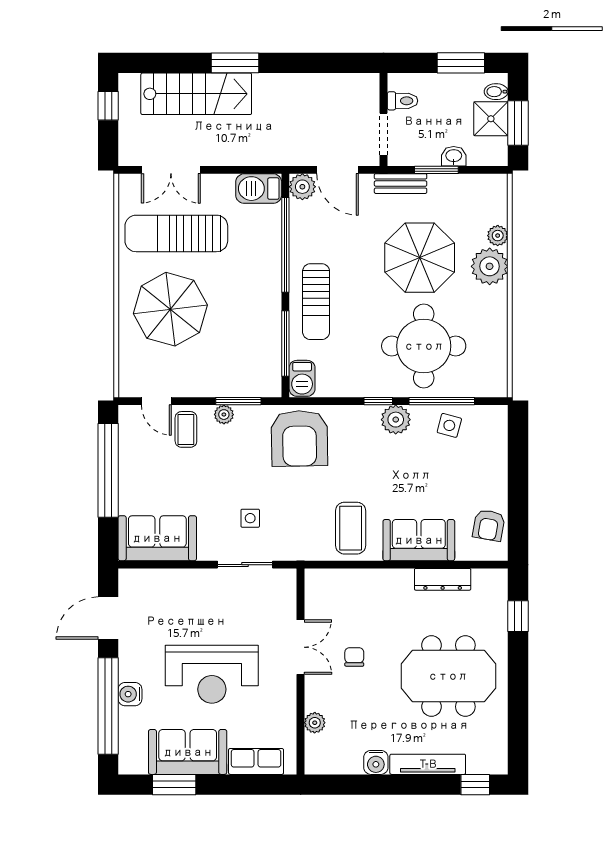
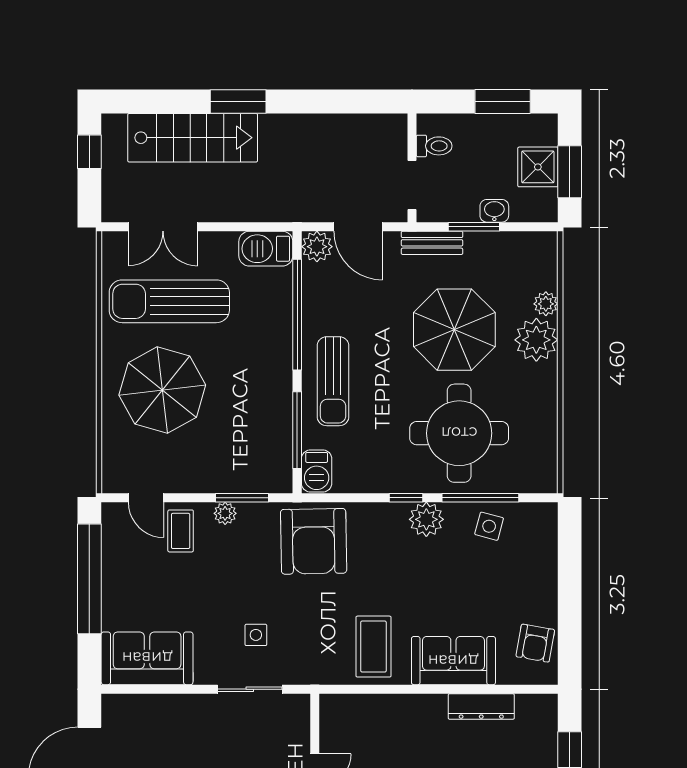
bidet: (496, 92) -> (544, 135), removed

